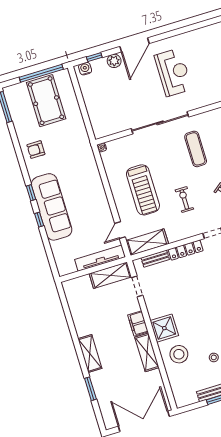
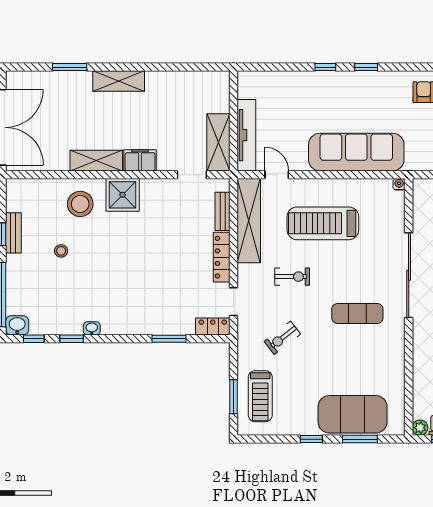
sofa: (52, 207) -> (356, 152), moved, turned 180
shelving: (147, 242) -> (249, 221), width x1.47

